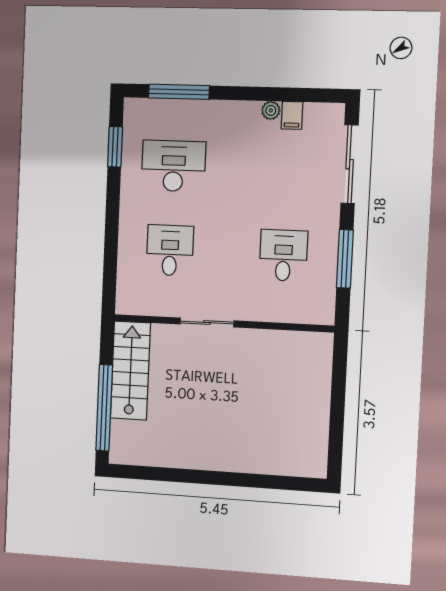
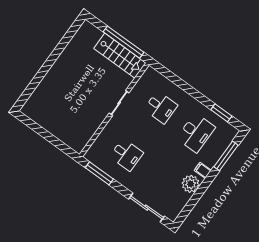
plant: (271, 110) -> (191, 184), width x1.88, depth x1.88
filing cabinet: (292, 115) -> (203, 170), moved
window: (345, 259) -> (99, 173), moved
window: (104, 408) -> (124, 42), moved

